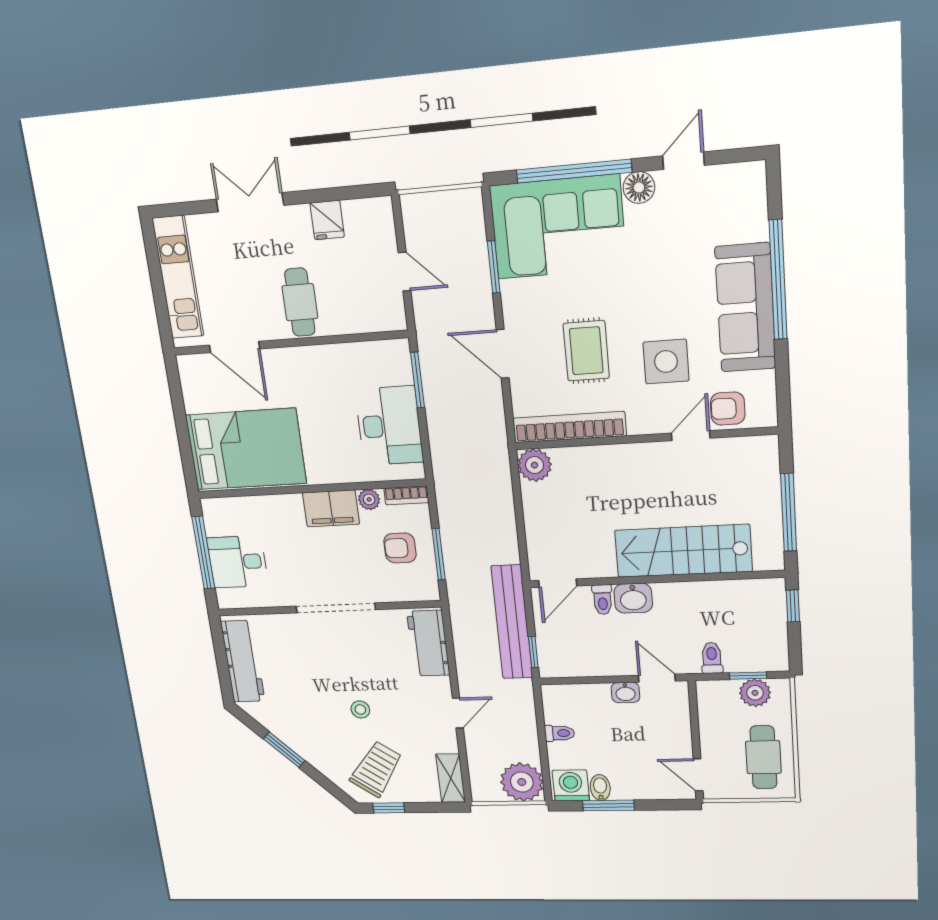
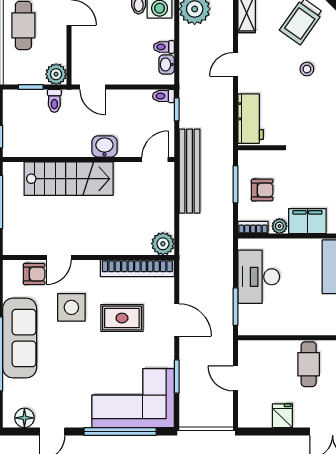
floor lamp: (639, 187) -> (24, 418), moved
rug: (586, 351) -> (122, 318), turned 90
toilet: (603, 600) -> (163, 96), moved, turned -90
bench: (512, 622) -> (189, 171), moved
washbasin: (625, 692) -> (167, 65), moved, turned -90
plant: (755, 693) -> (56, 74), moved

